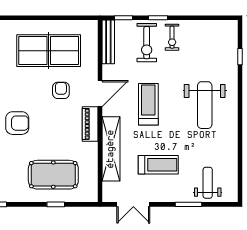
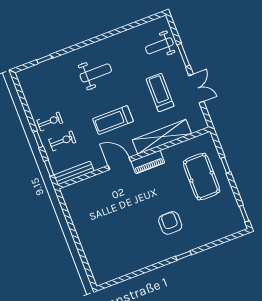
exercise bike: (147, 43) -> (62, 141), width x0.73, depth x0.72
table tennis table: (49, 51) -> (100, 220), removed
armchair: (61, 90) -> (129, 197), removed
weight bench: (205, 105) -> (96, 73), width x0.73, depth x0.75
double door: (133, 204) -> (196, 89), moved

